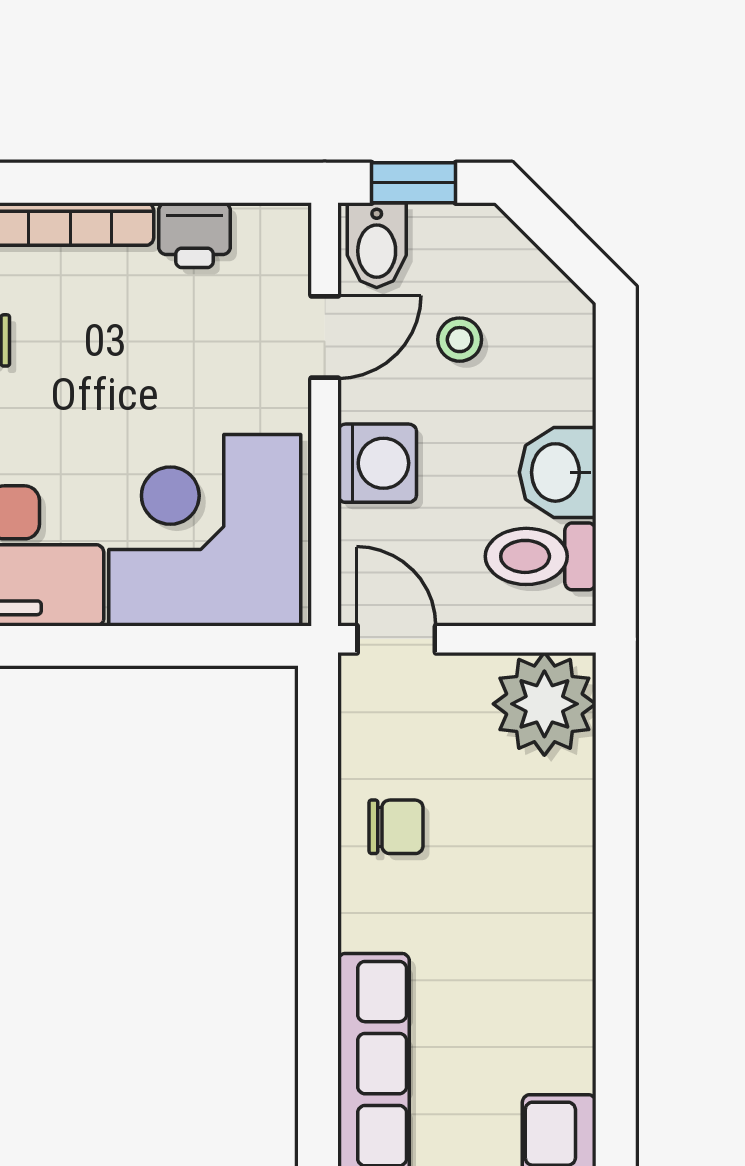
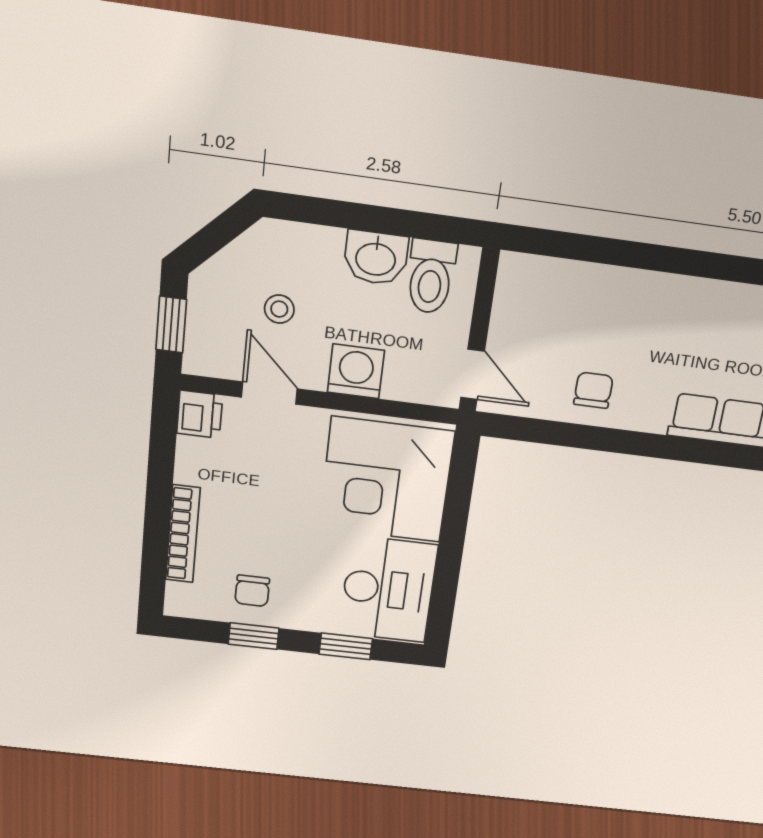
printer: (195, 235) -> (200, 414), moved
bidet: (377, 245) -> (211, 353), removed
door: (396, 639) -> (472, 374), swing flipped
plant: (544, 704) -> (529, 287), removed

